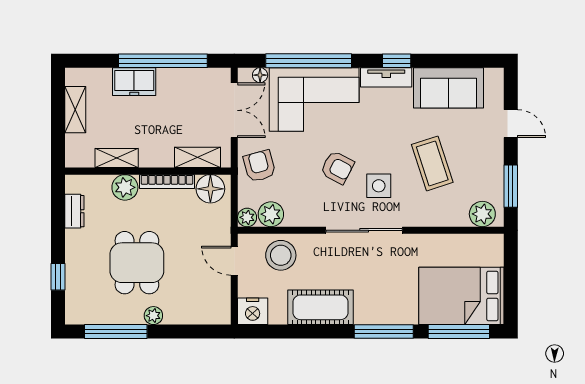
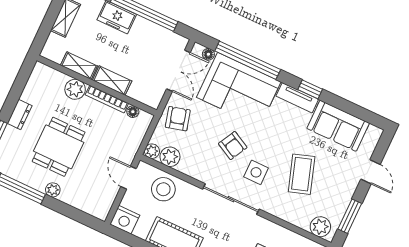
shelving: (198, 157) -> (112, 81), moved
floor lamp: (210, 189) -> (133, 112), width x0.53, depth x0.53
dresser: (74, 211) -> (20, 114), moved

